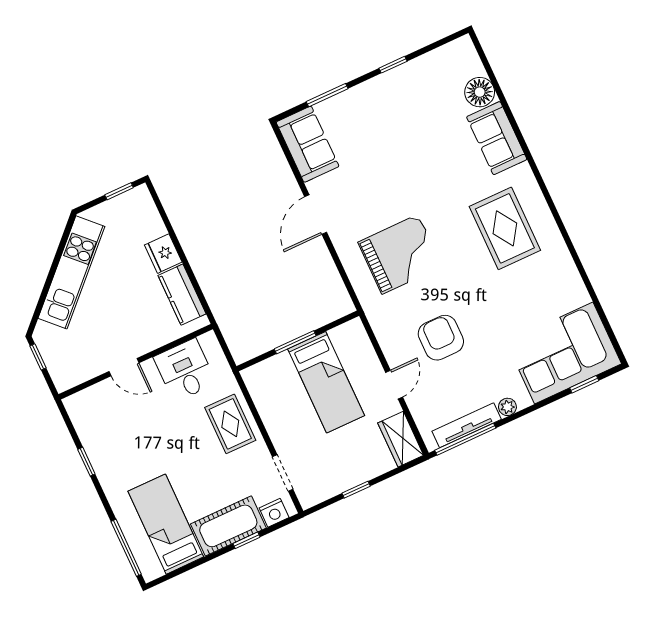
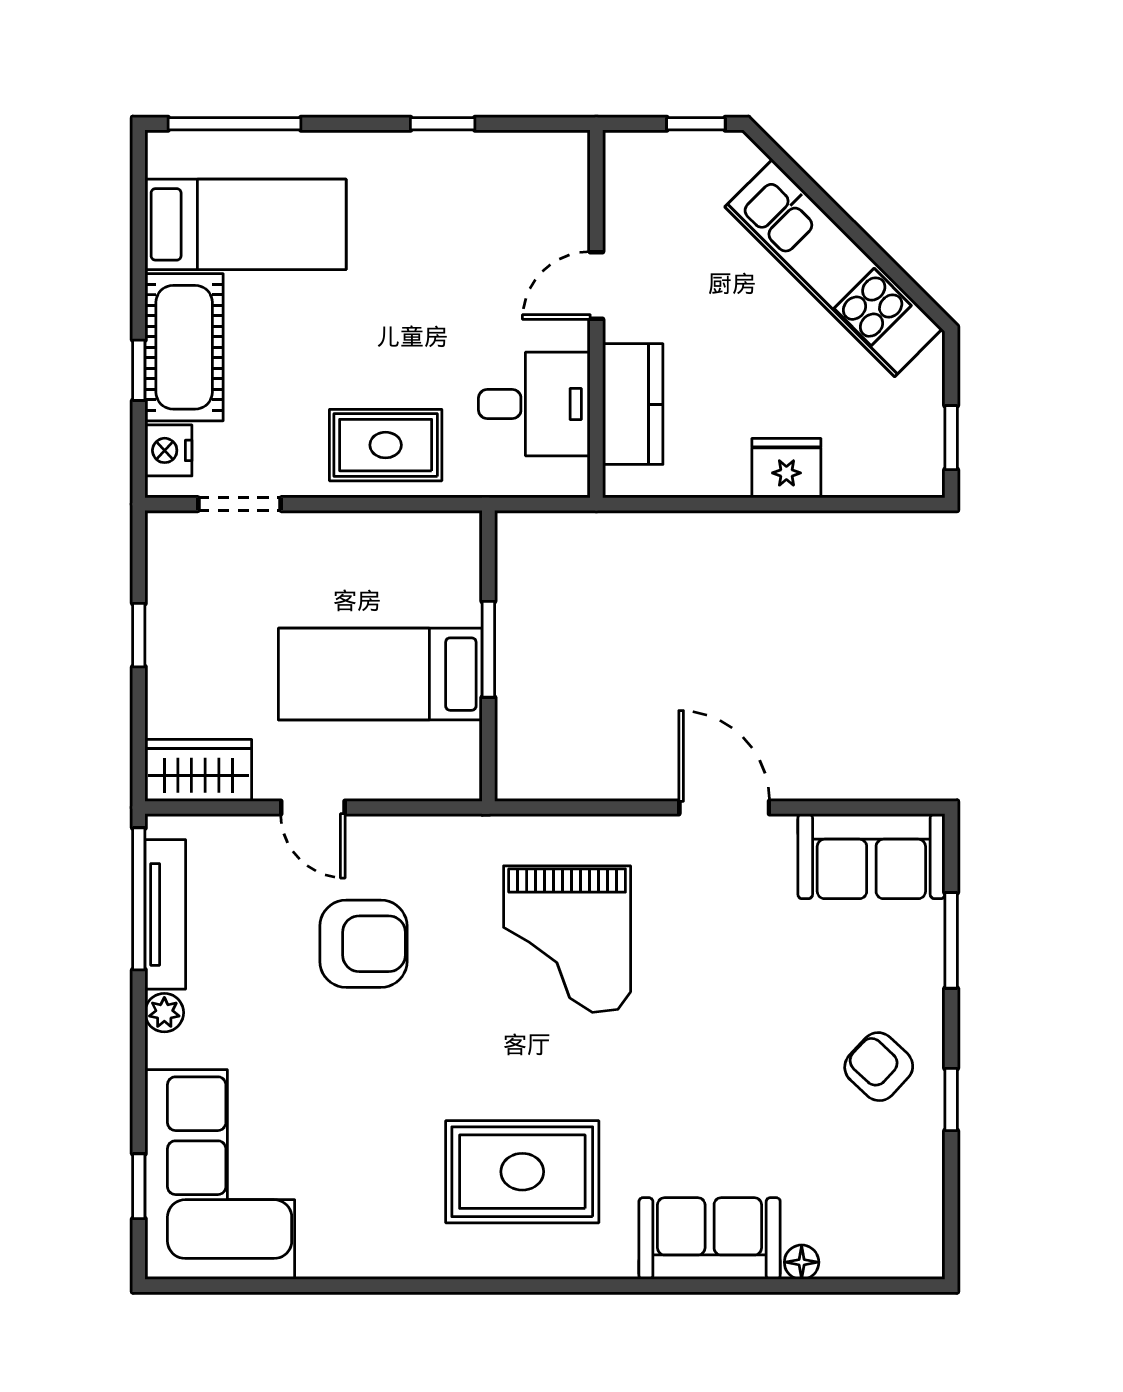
floor lamp: (480, 92) -> (802, 1262), width x0.53, depth x0.53
armchair: (393, 101) -> (879, 1067), added
kitchen counter: (182, 295) -> (633, 404), moved, turned 90

